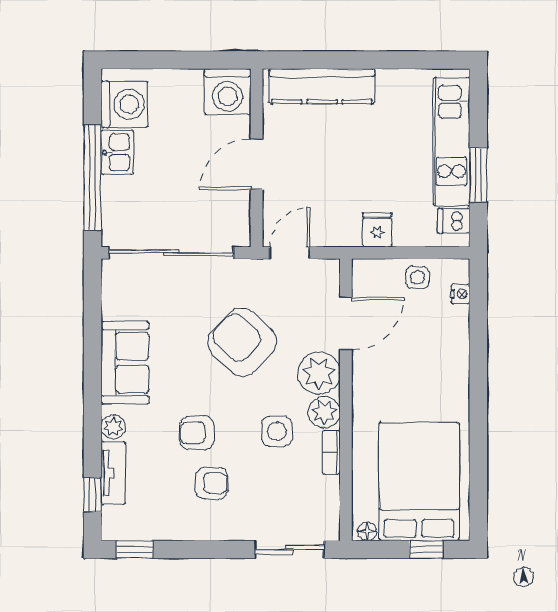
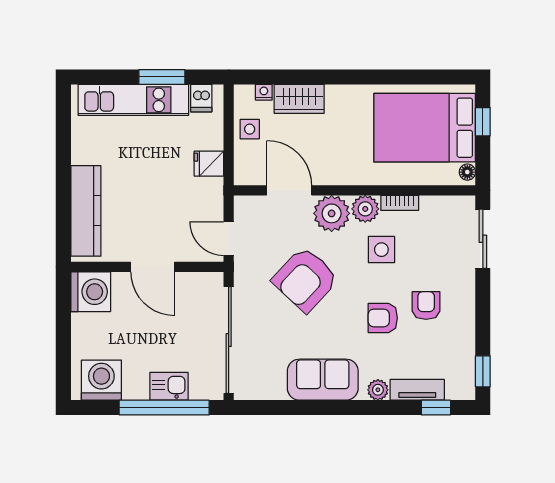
kitchen sink: (117, 152) -> (169, 386), moved
wardrobe: (453, 335) -> (299, 99), added
armchair: (197, 433) -> (383, 318), turned 91

